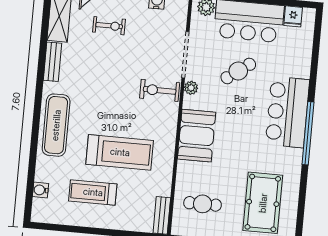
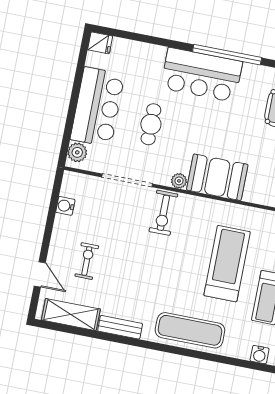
fridge: (293, 16) -> (100, 43), moved
cafe table: (238, 71) -> (151, 124), turned 36
plant: (191, 88) -> (179, 181), moved

